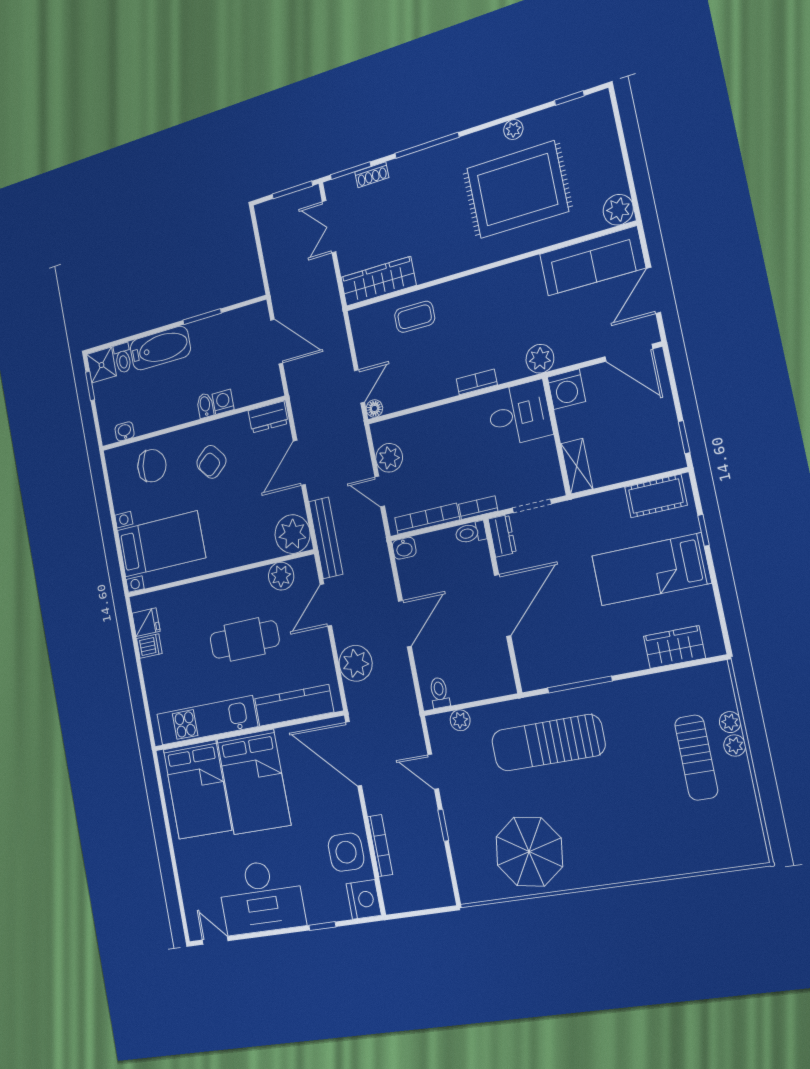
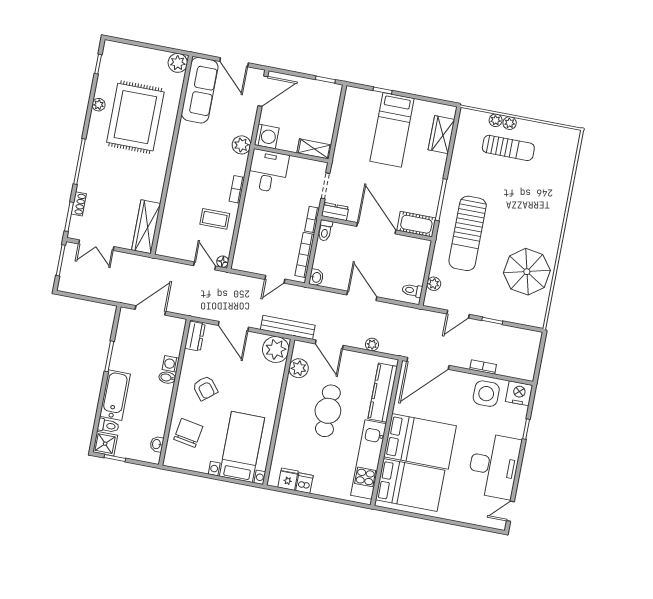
coffee table: (415, 317) -> (215, 219), moved, turned 90
plant: (389, 458) -> (257, 264), removed
cot: (656, 496) -> (416, 224), moved, turned 90
plant: (356, 663) -> (372, 344), width x0.53, depth x0.53
bookcase: (380, 846) -> (483, 367), width x0.64

